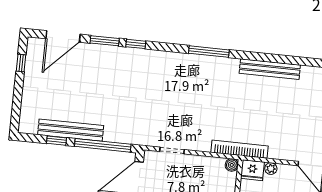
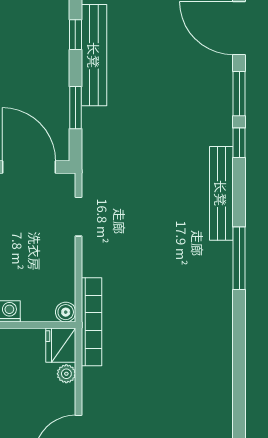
bench: (270, 69) -> (221, 193), moved
window: (103, 145) -> (75, 108), width x0.47

